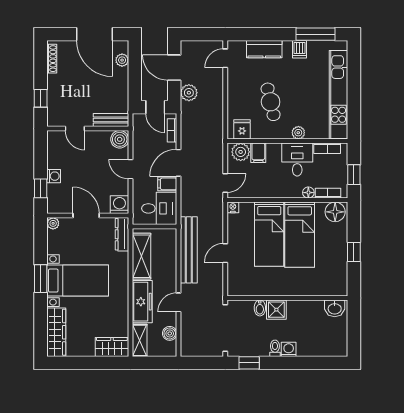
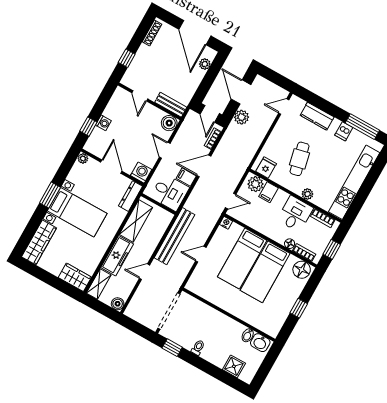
bidet: (260, 308) -> (248, 335), moved
shower: (276, 310) -> (234, 366), moved
boiler: (170, 333) -> (118, 304), moved
washing machine: (289, 349) -> (208, 354), removed

